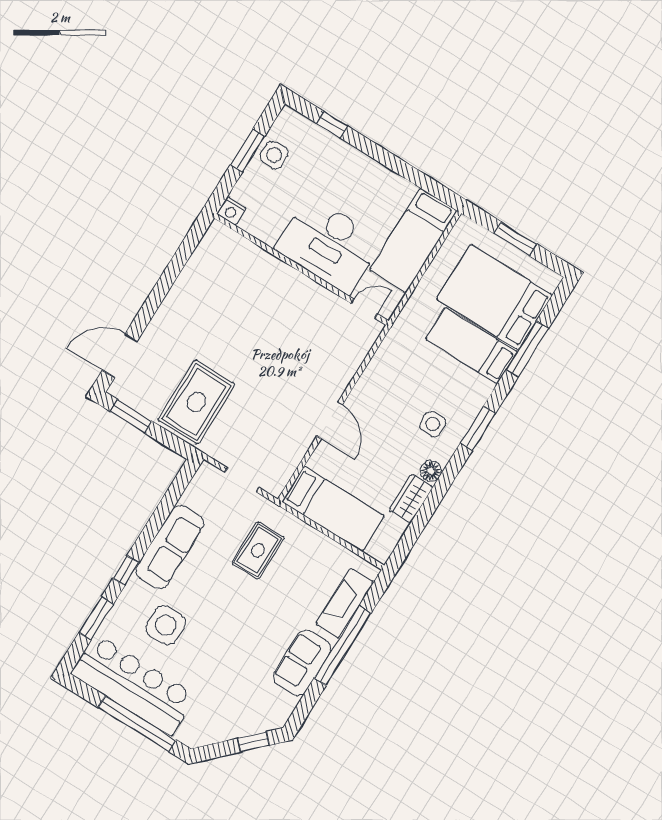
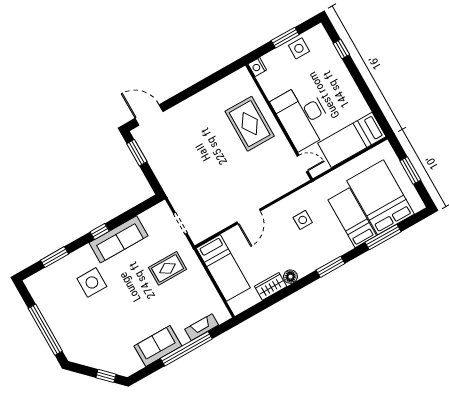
rug: (196, 402) -> (250, 124), moved, turned 90
side table: (433, 424) -> (303, 220), moved
window: (126, 571) -> (100, 231), moved
fireplace: (345, 603) -> (202, 327), width x0.73, depth x0.76
bar counter: (133, 685) -> (55, 306), removed

